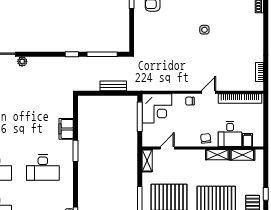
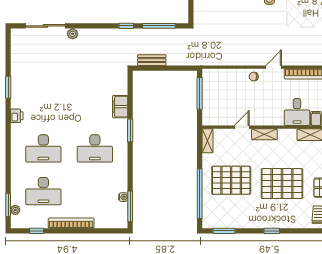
bench: (113, 86) -> (152, 60), moved
corner desk: (157, 108) -> (218, 84), removed
chair: (206, 138) -> (271, 117), removed
door: (167, 148) -> (242, 127), moved
shelving: (217, 155) -> (264, 134), moved

